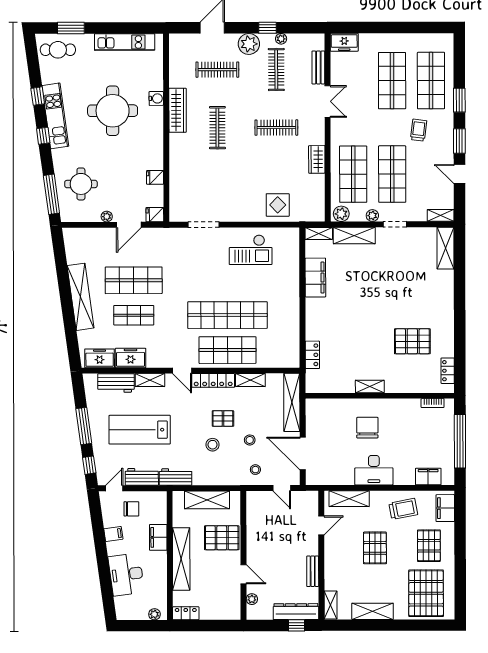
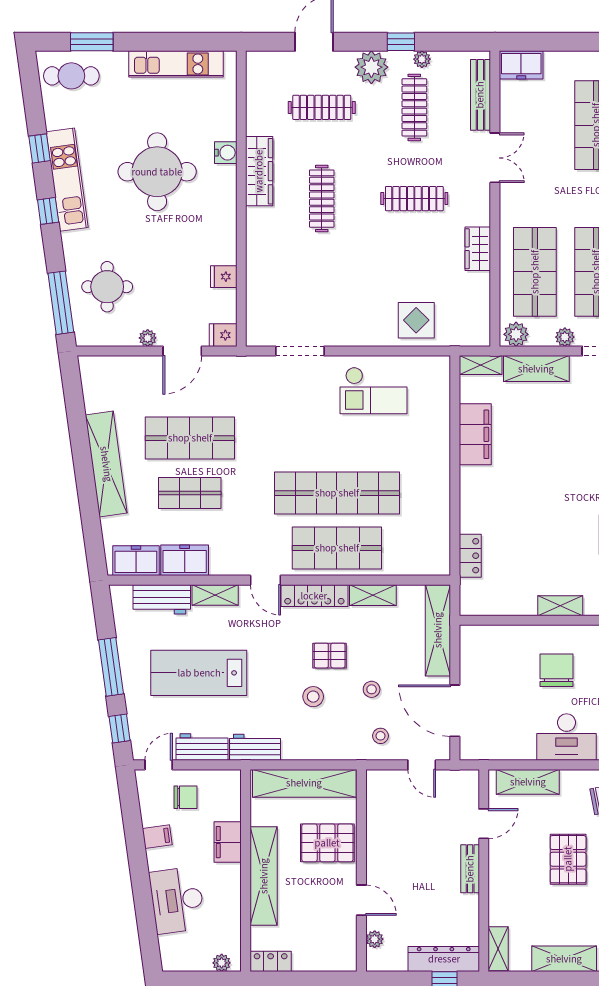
bench: (318, 67) -> (480, 95), width x1.36
shelving: (207, 500) -> (304, 783), width x1.47
bench: (313, 571) -> (470, 869), moved

